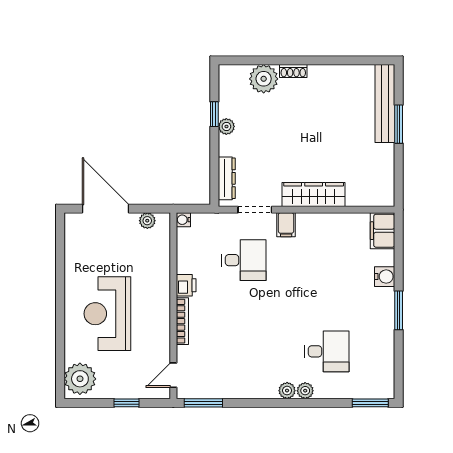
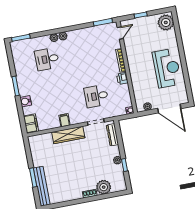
filing cabinet: (286, 225) -> (64, 120), moved
reception desk: (107, 314) -> (167, 68), moved

